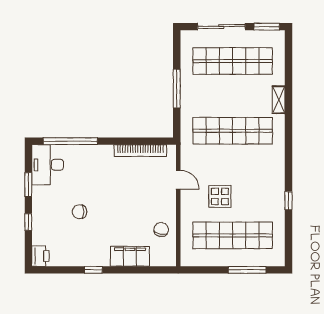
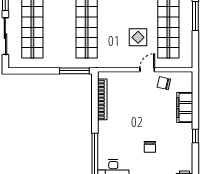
window: (177, 89) -> (74, 71), moved
door: (178, 180) -> (147, 70), moved

